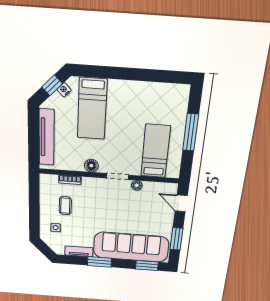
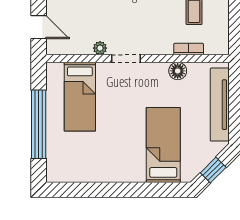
nightstand: (64, 90) -> (198, 166), removed
window: (191, 132) -> (39, 124), width x1.46
floor lamp: (91, 166) -> (178, 71), moved

